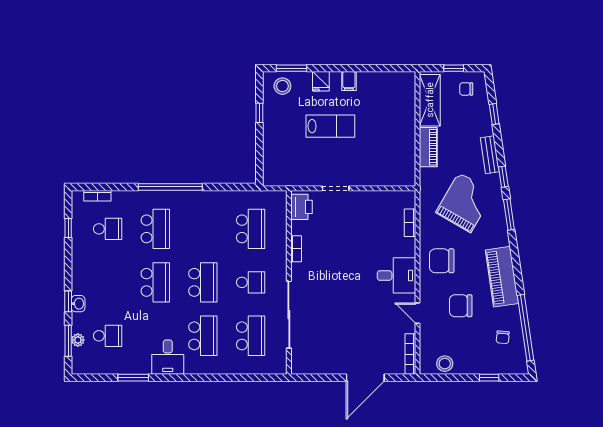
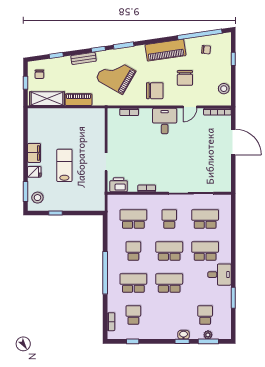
filing cabinet: (349, 81) -> (34, 153), width x2.00
school desk: (203, 229) -> (133, 251), added
chair: (442, 261) -> (155, 91), turned -90

